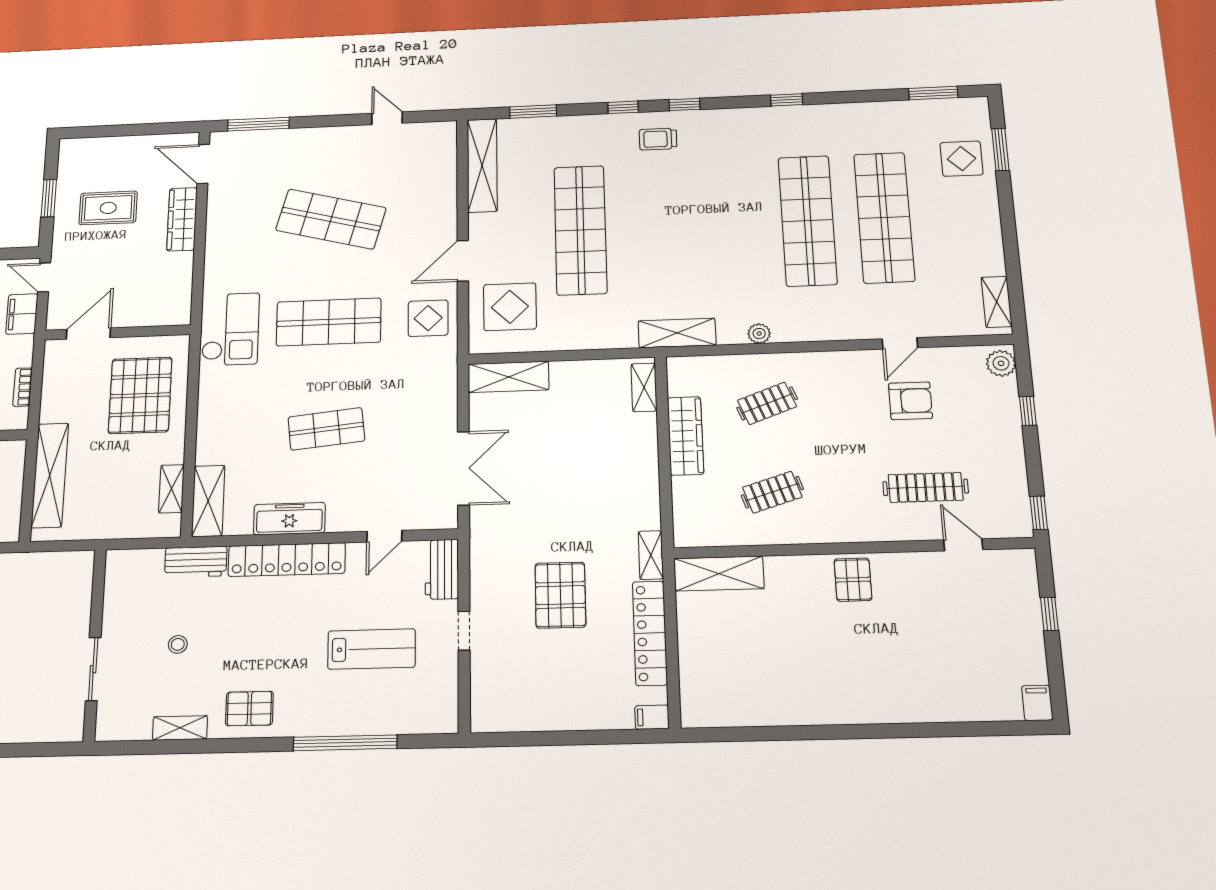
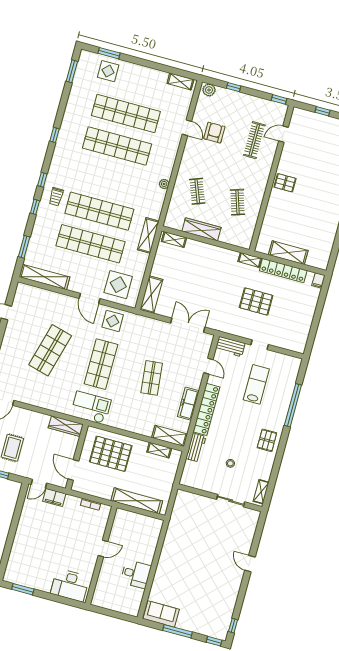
wardrobe: (182, 219) -> (66, 426), moved
shop shelf: (656, 227) -> (99, 211), added
shelving: (677, 333) -> (148, 235), moved
shelving: (719, 574) -> (288, 253), moved, turned 90
shelving: (180, 728) -> (261, 492), moved

